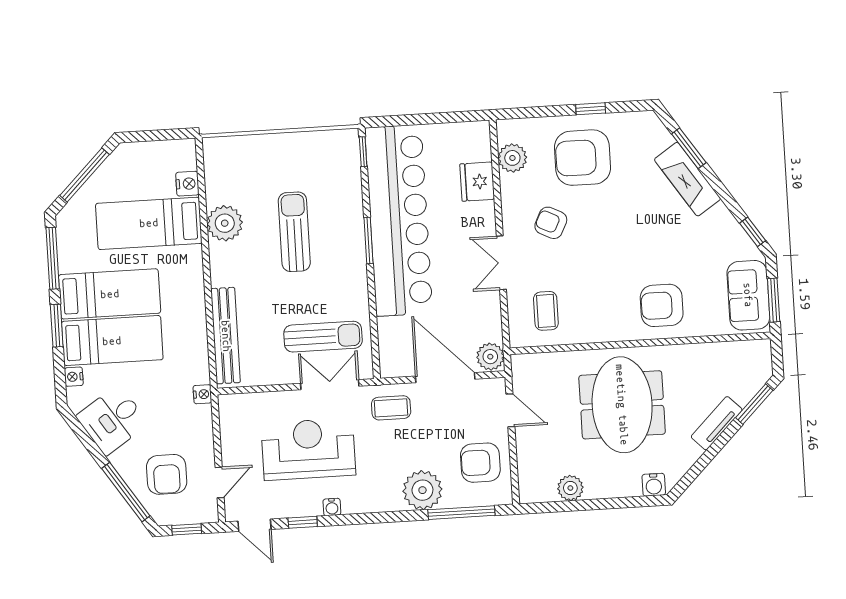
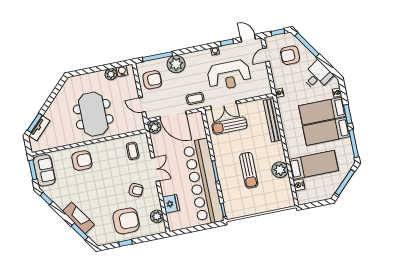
tv unit: (717, 423) -> (39, 128), moved
armchair: (167, 474) -> (290, 55), turned -90
water cooler: (654, 485) -> (122, 71), moved

